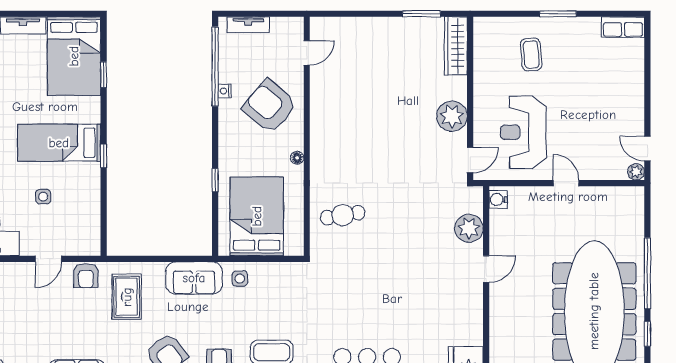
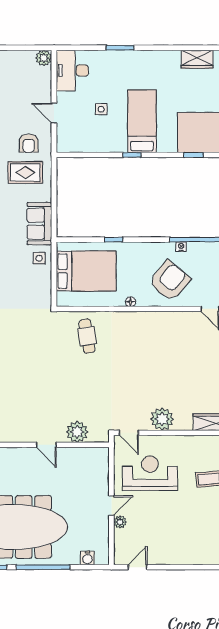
plant: (636, 172) -> (120, 522), moved
water cooler: (498, 199) -> (87, 558), moved, turned 180
armchair: (86, 276) -> (29, 143), moved, turned -90

